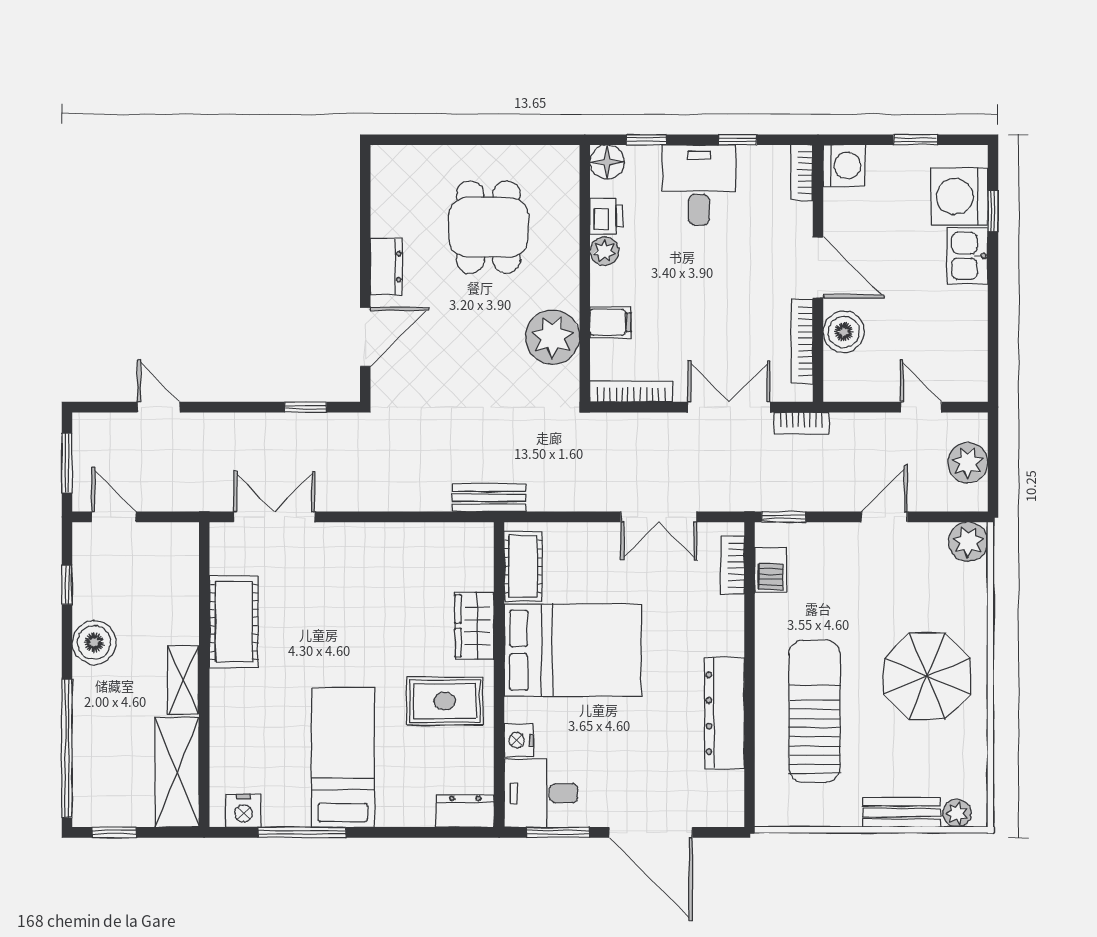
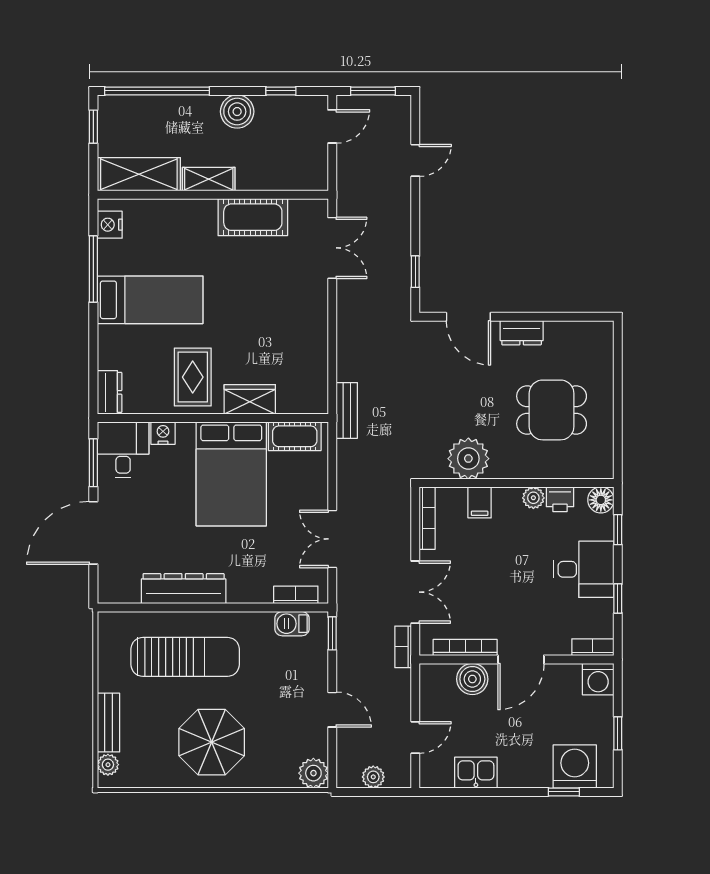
kitchen sink: (967, 256) -> (476, 773), moved
plant: (968, 463) -> (373, 777), width x0.73, depth x0.73

